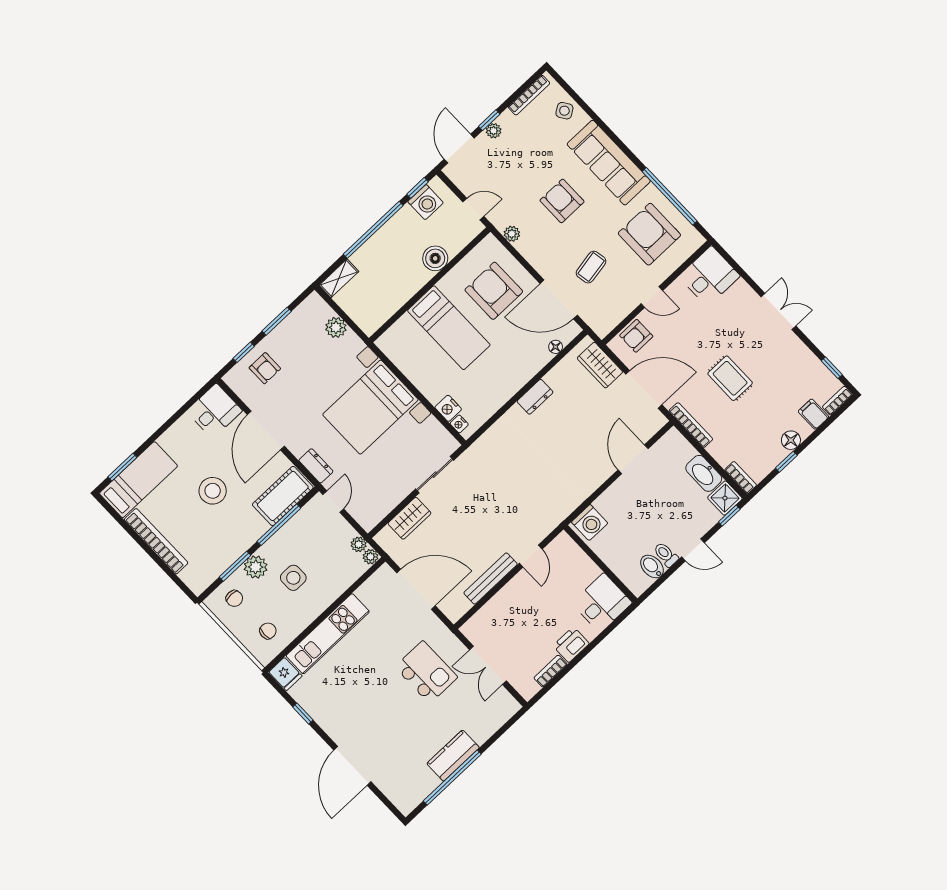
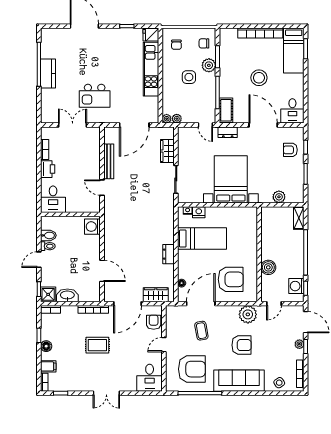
plant: (512, 234) -> (248, 314), width x1.88, depth x1.88
bed: (449, 328) -> (202, 239), moved, turned 180
cot: (283, 496) -> (226, 110), width x0.73, depth x0.75

